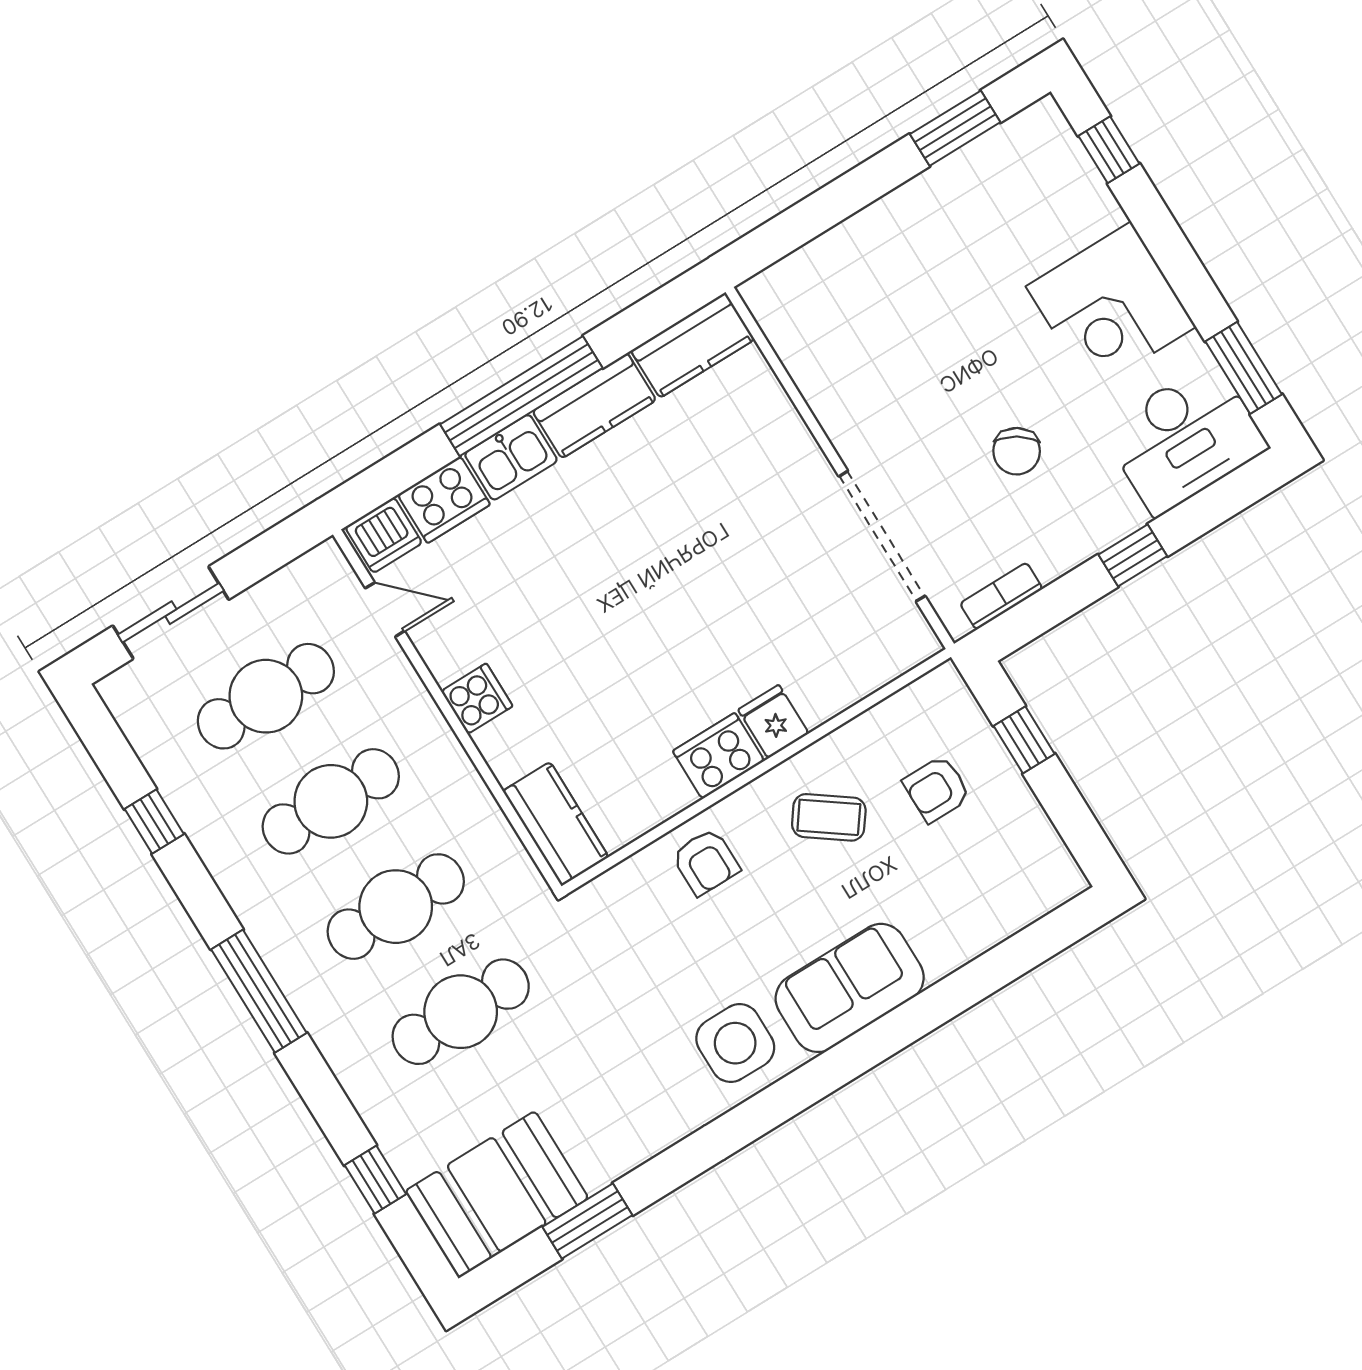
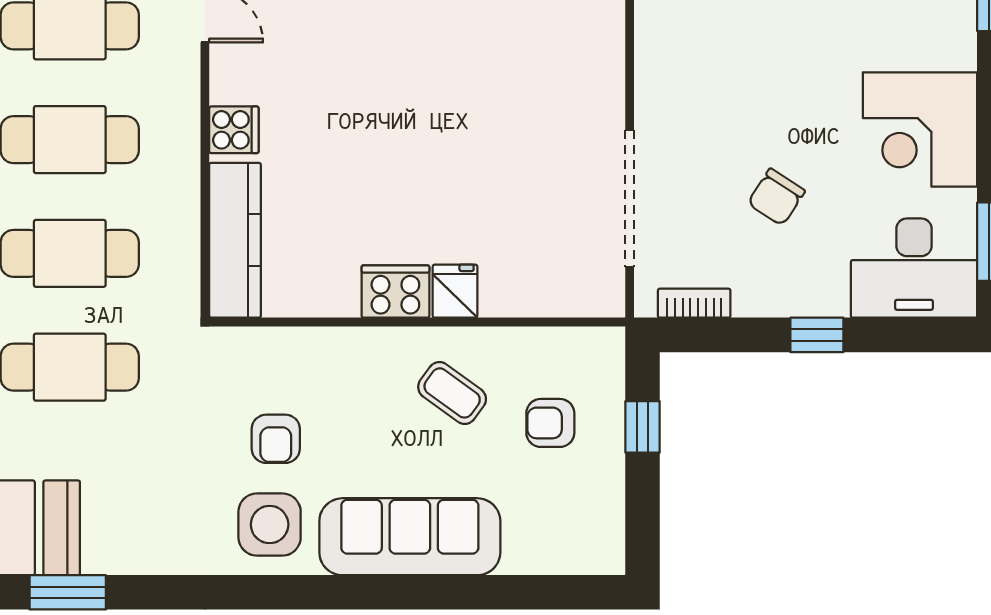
kitchen counter: (556, 824) -> (235, 240), width x1.50
armchair: (706, 862) -> (276, 439), moved
sofa: (850, 988) -> (410, 537), width x1.36

